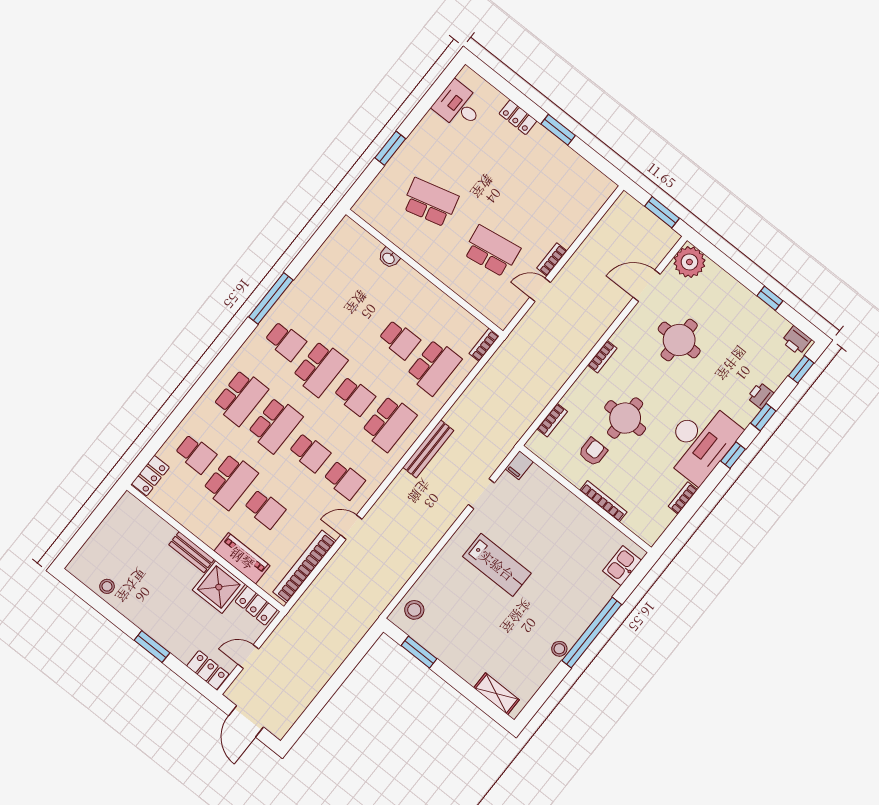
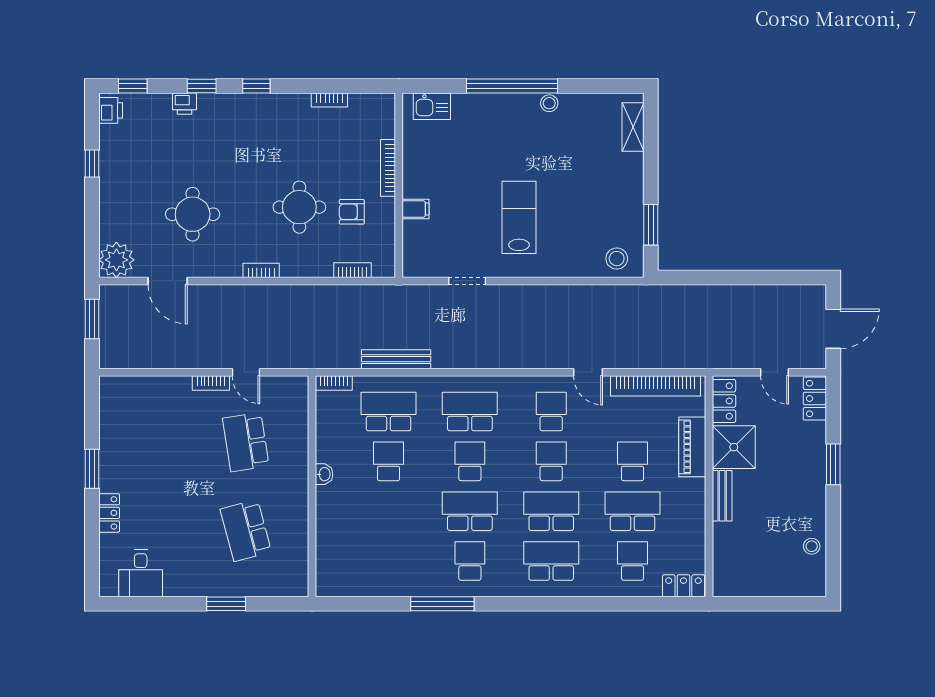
washbasin: (389, 258) -> (324, 474), moved
desk: (700, 442) -> (268, 124), removed
bench: (428, 449) -> (396, 359), moved
filing cabinet: (519, 465) -> (415, 209), moved

